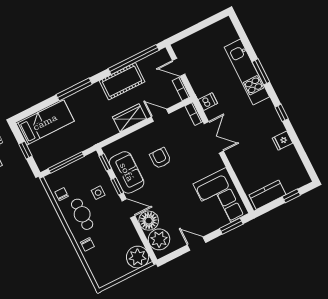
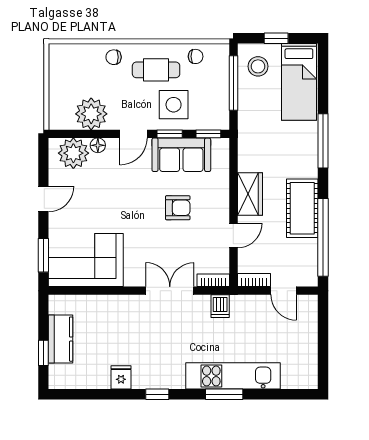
door: (179, 67) -> (284, 291), swing flipped
double door: (214, 137) -> (170, 291), swing flipped
stool: (48, 153) -> (258, 66), added
side table: (98, 193) -> (174, 105), width x1.87, depth x1.87
kitchen counter: (267, 195) -> (61, 339), moved
floor lamp: (149, 221) -> (98, 145), width x0.53, depth x0.53
plant: (138, 257) -> (91, 114), moved

